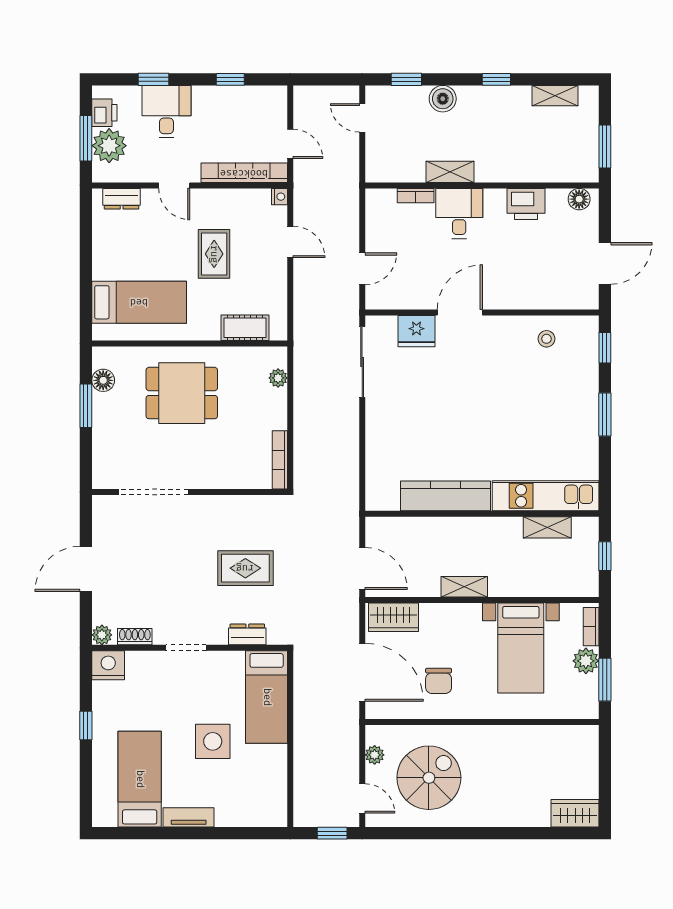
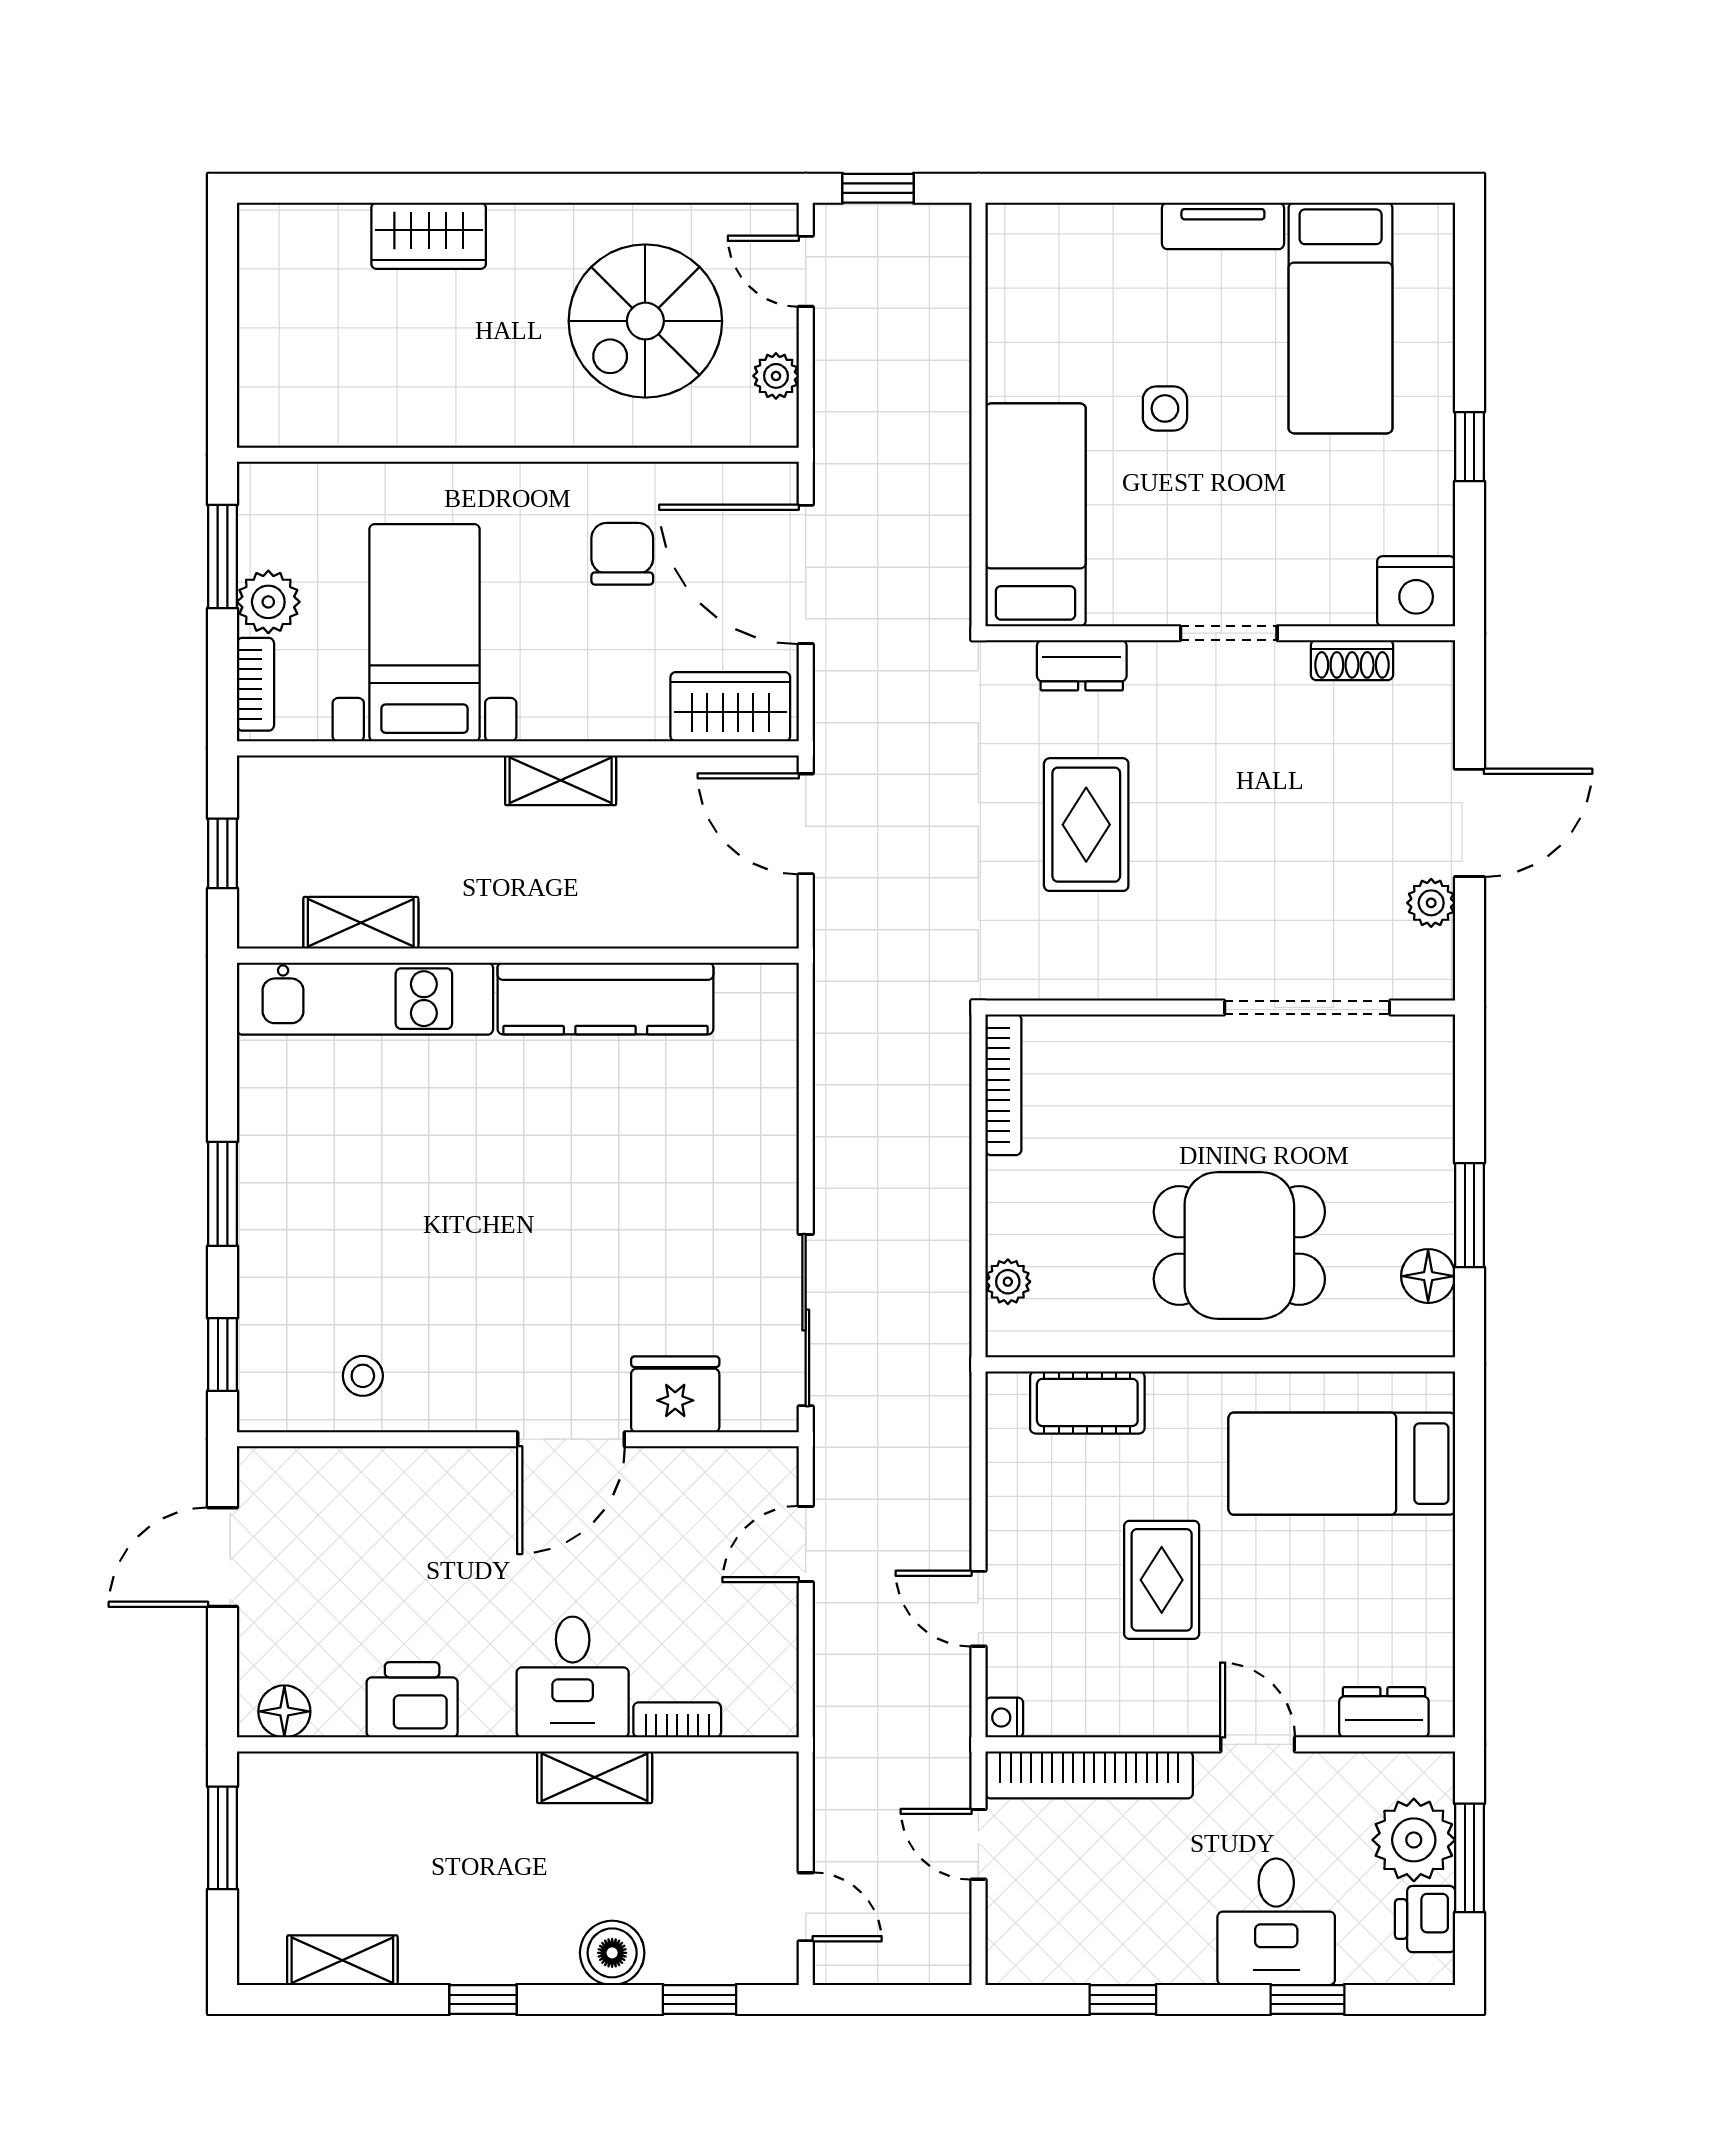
rug: (245, 568) -> (1086, 825), turned 90
plant: (102, 635) -> (1431, 903), moved
side table: (213, 741) -> (1165, 408), width x0.54, depth x0.54
wardrobe: (575, 813) -> (429, 236), moved

